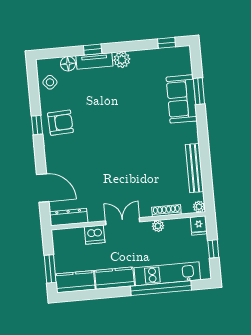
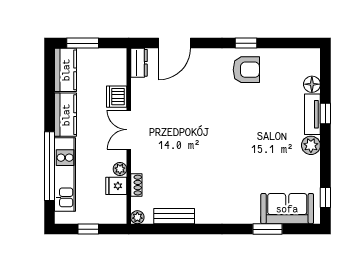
side table: (50, 82) -> (293, 62), removed
sofa: (182, 99) -> (287, 209), moved
armchair: (60, 123) -> (246, 70), turned -87
bench: (194, 168) -> (174, 216), width x0.73
shoe rack: (166, 211) -> (136, 185), width x0.70
dresser: (69, 217) -> (139, 63), width x0.70
double door: (123, 221) -> (129, 130), swing flipped
fridge: (199, 225) -> (116, 186), moved

